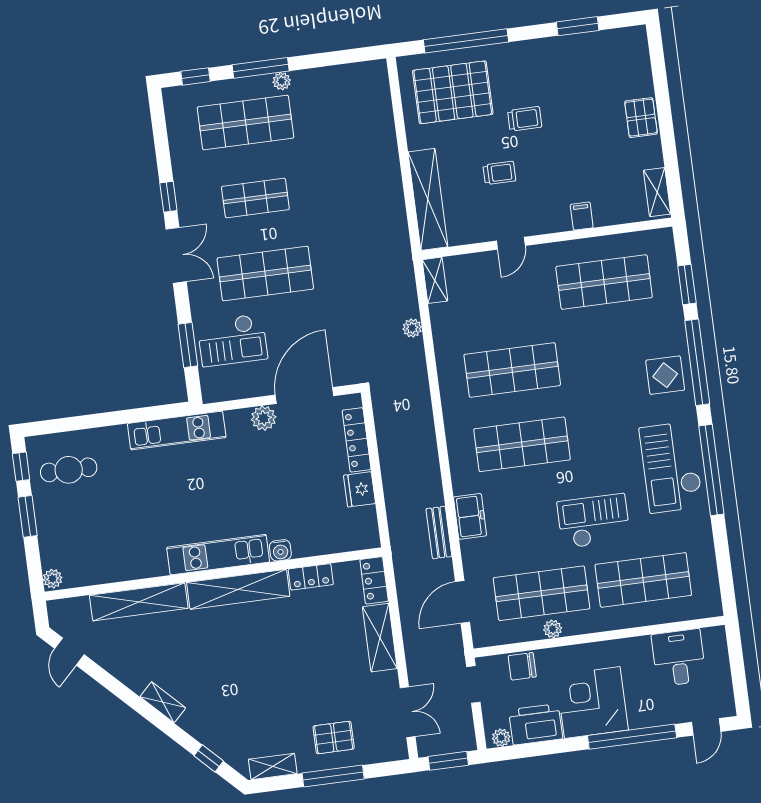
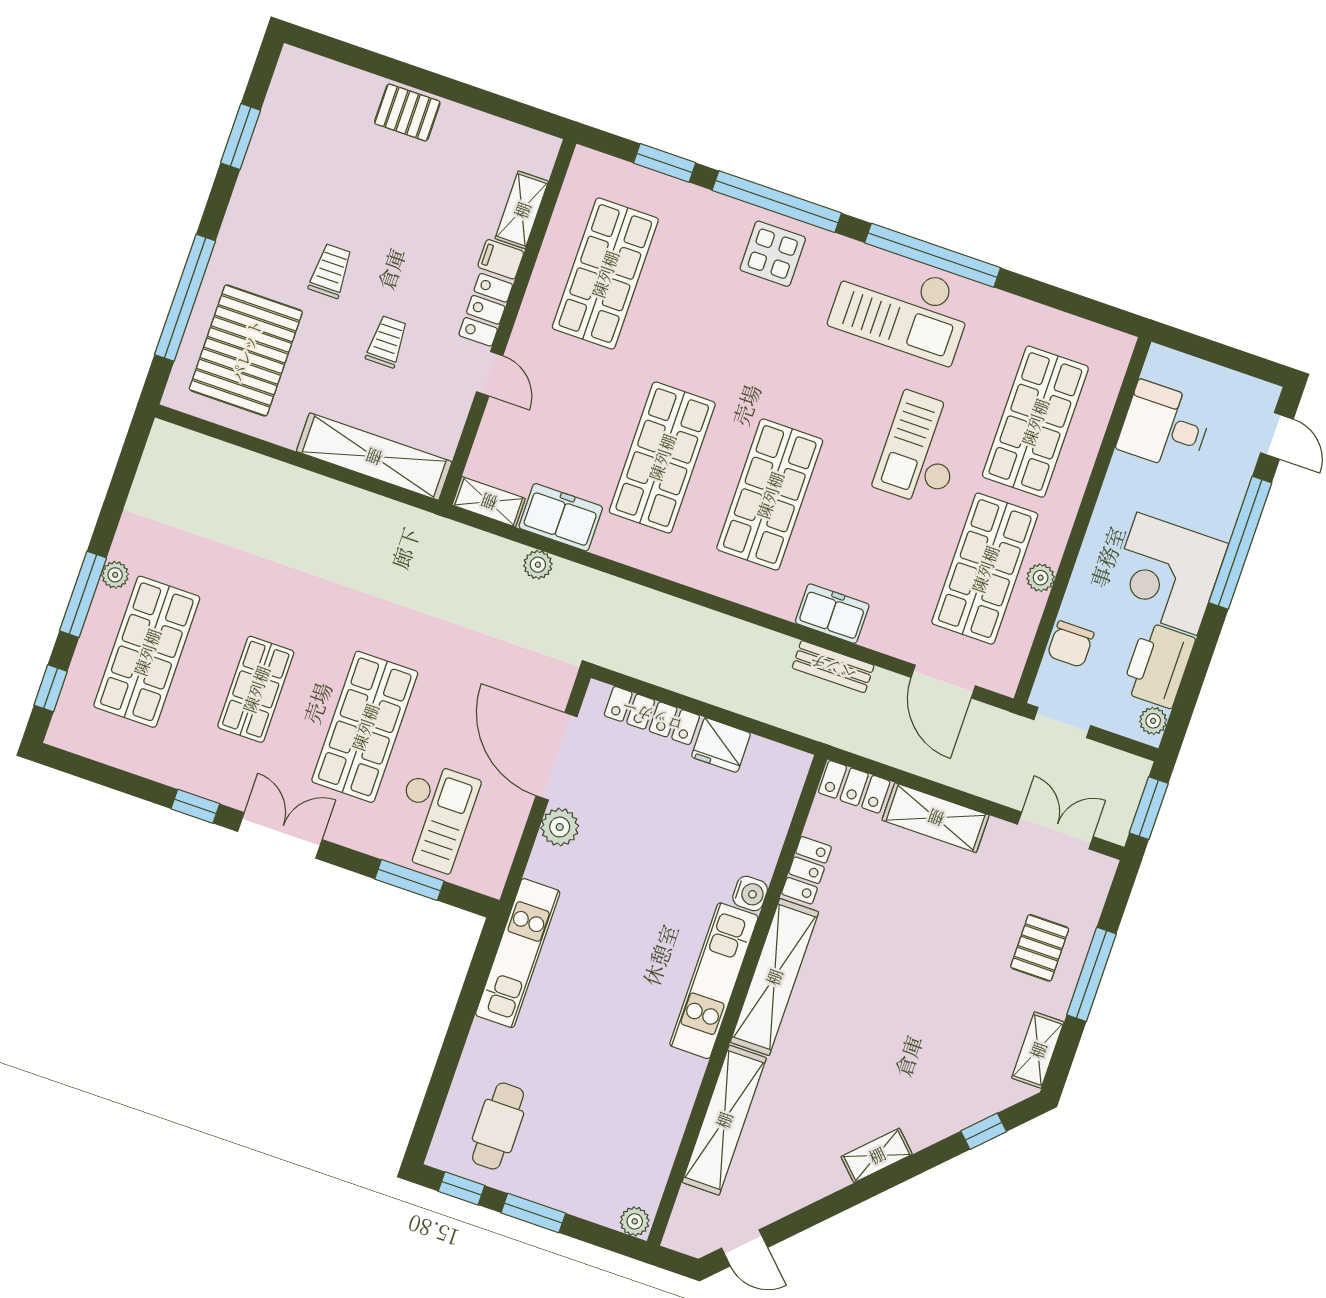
shelving: (657, 192) -> (522, 210), moved, turned 90
locker: (547, 222) -> (486, 310), added
freezer: (447, 328) -> (561, 517), added

